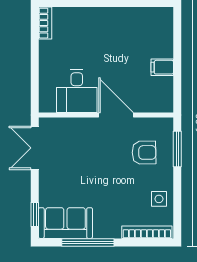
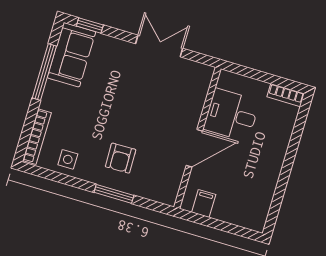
desk: (77, 91) -> (231, 115), moved
wall: (106, 115) -> (197, 138), moved
door: (116, 115) -> (194, 148), moved

